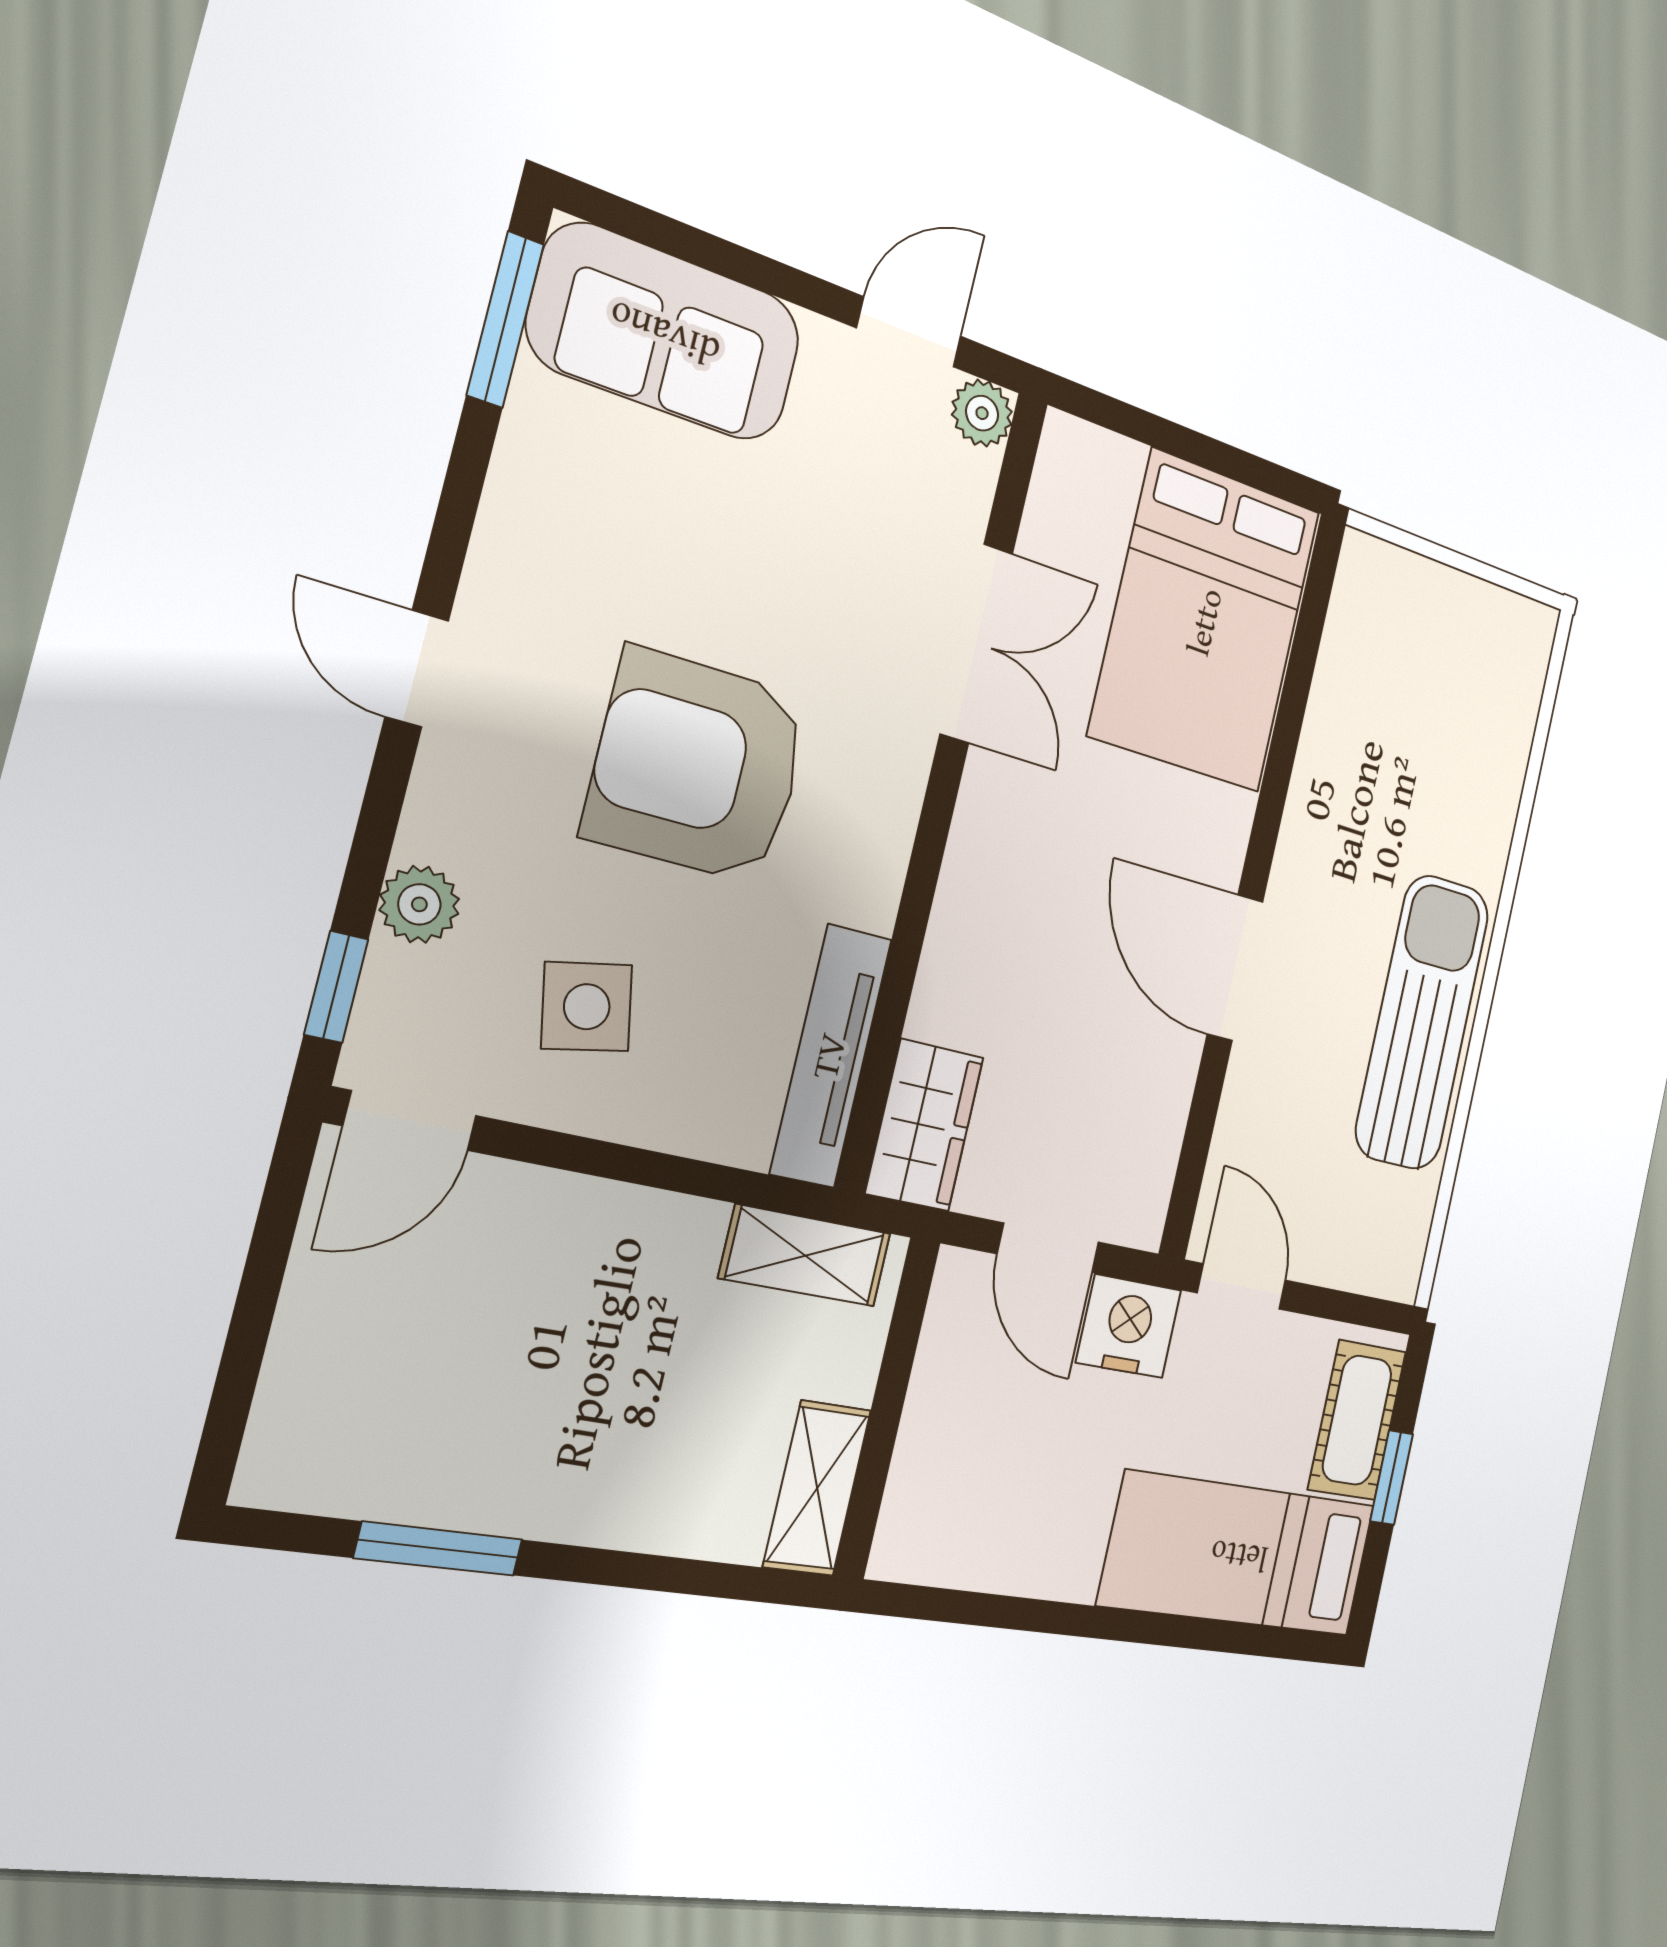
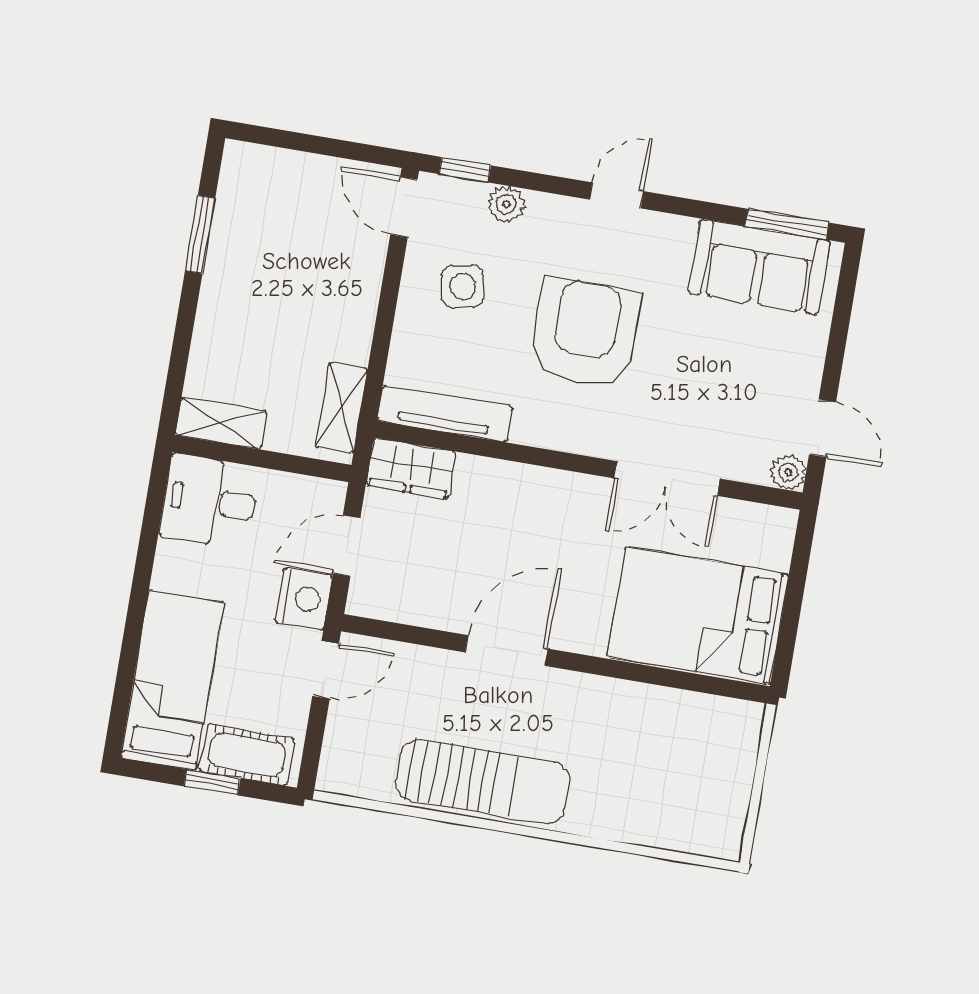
sofa: (665, 332) -> (759, 267), moved, turned -90
desk: (954, 1504) -> (210, 501), added

